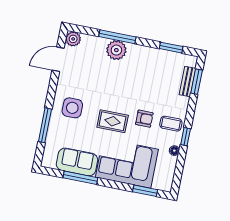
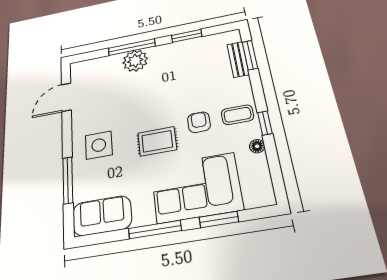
plant: (73, 39) -> (79, 69), removed
window: (171, 48) -> (187, 36), moved
armchair: (144, 119) -> (199, 122), turned -90
sofa: (77, 162) -> (102, 216), moved
window: (80, 178) -> (155, 230), moved
window: (145, 191) -> (219, 219), moved

